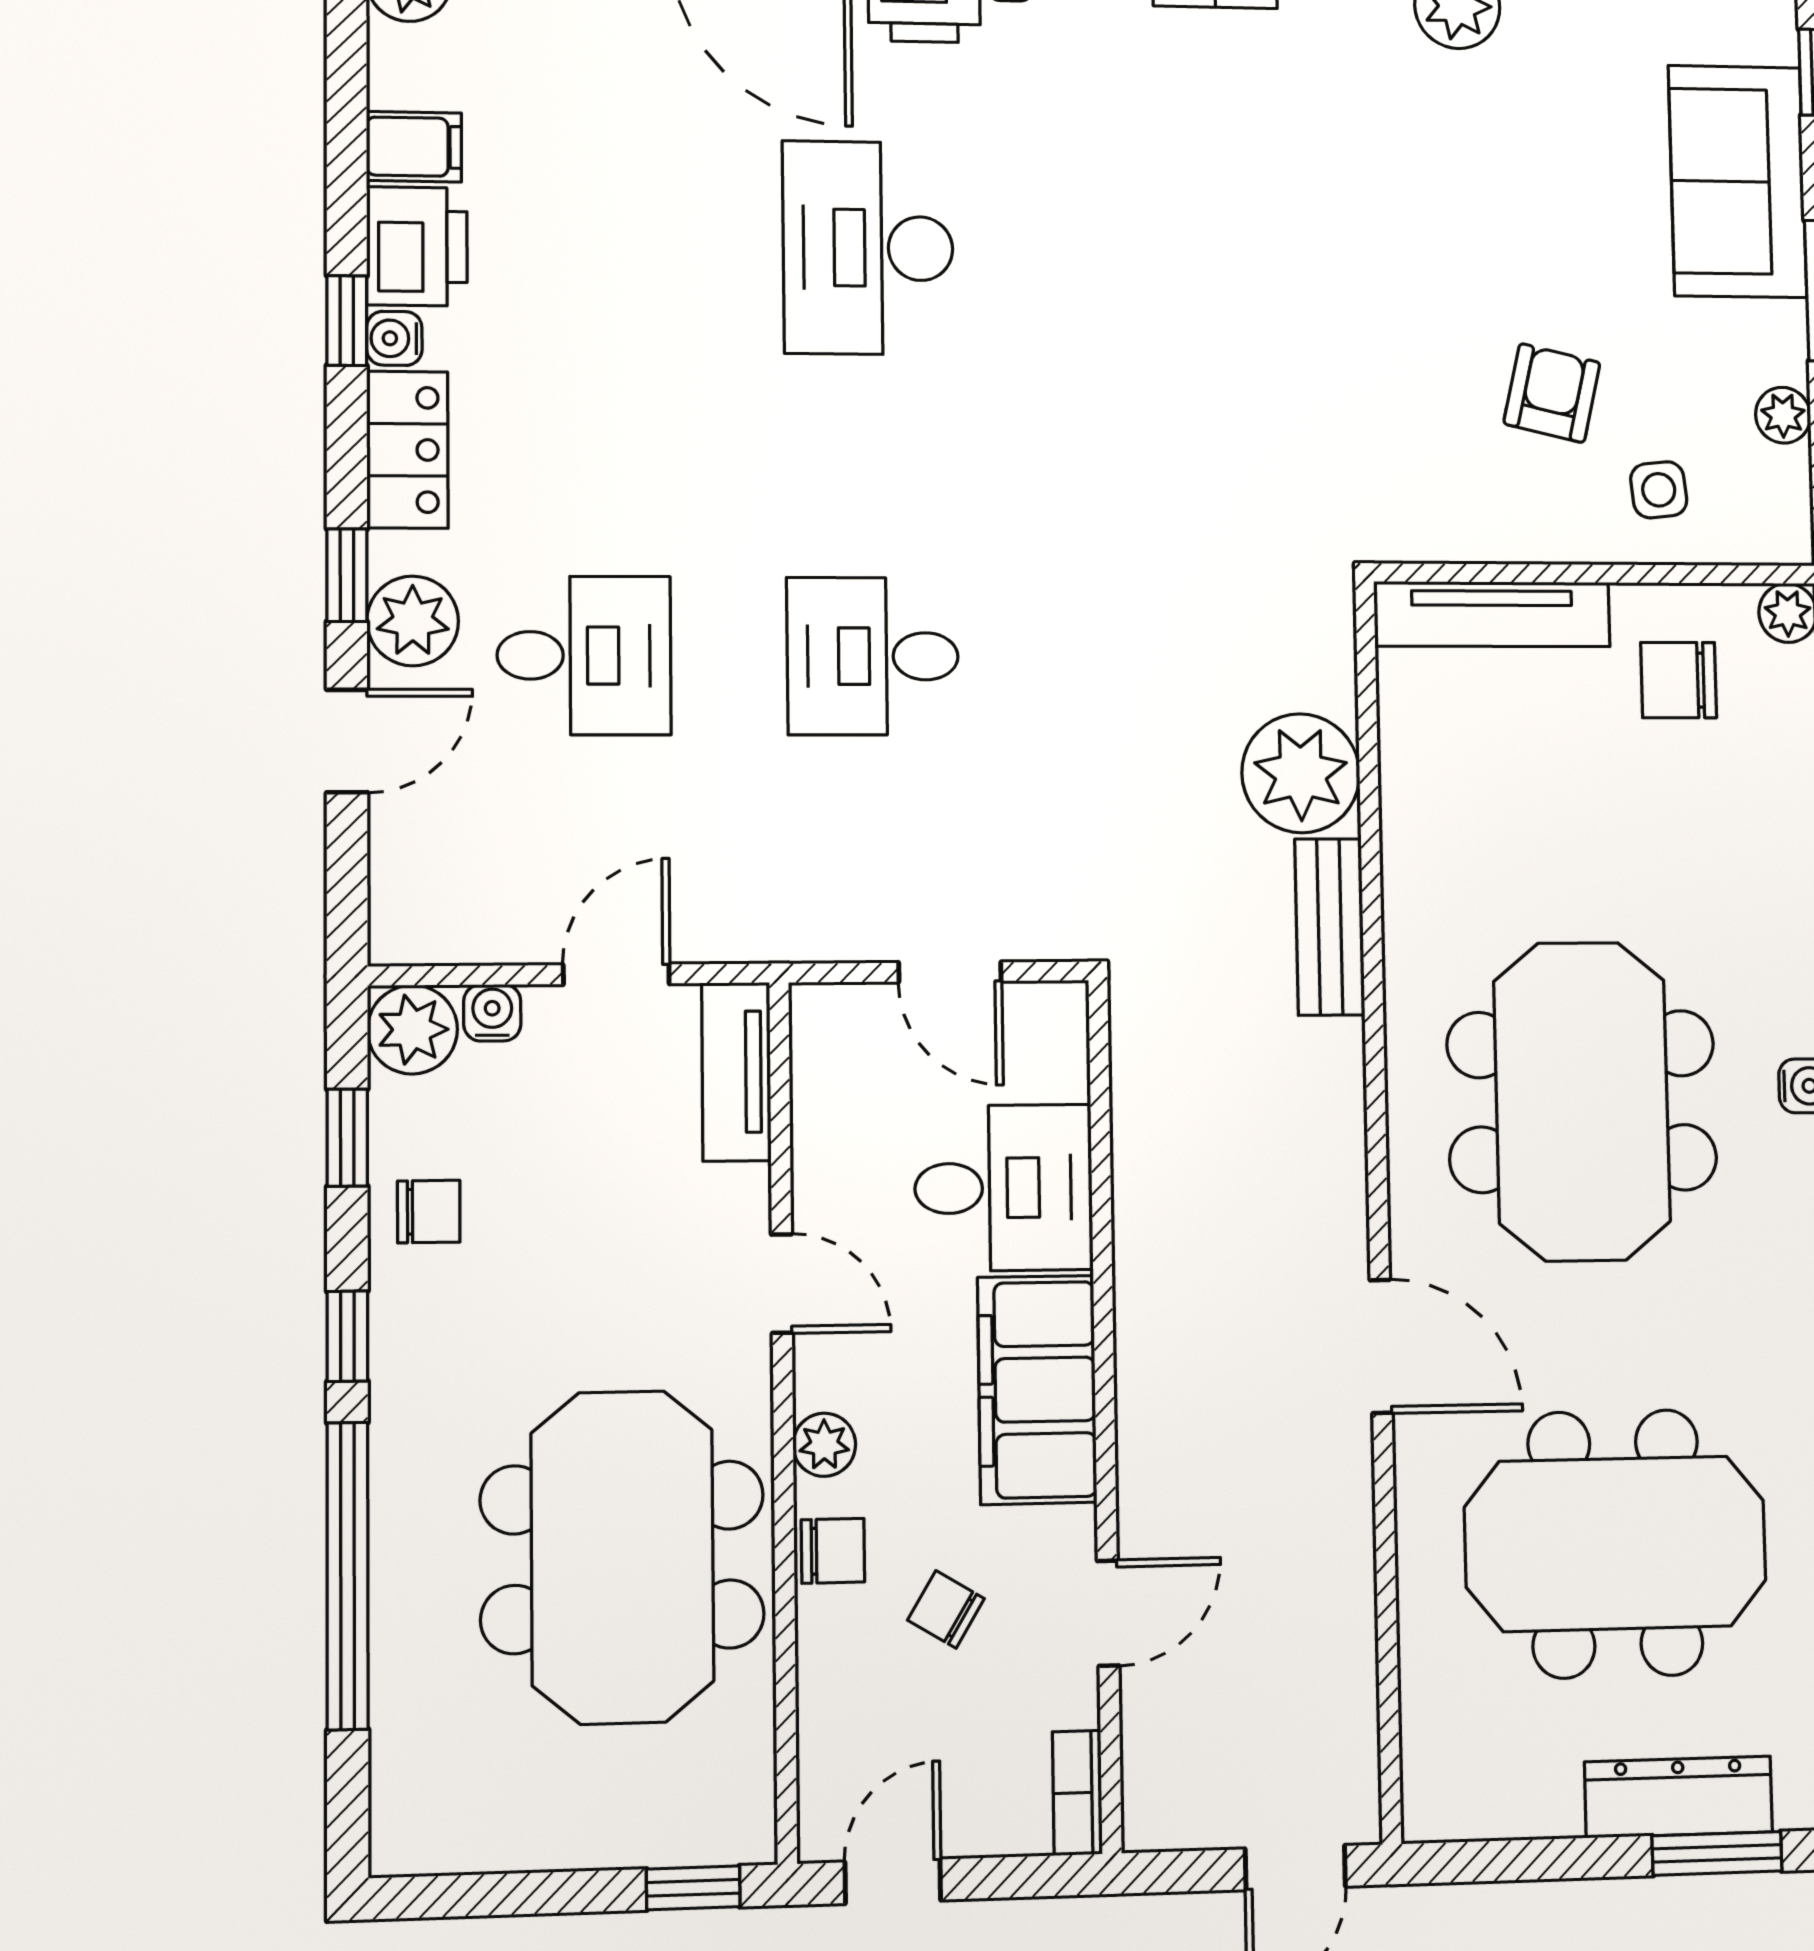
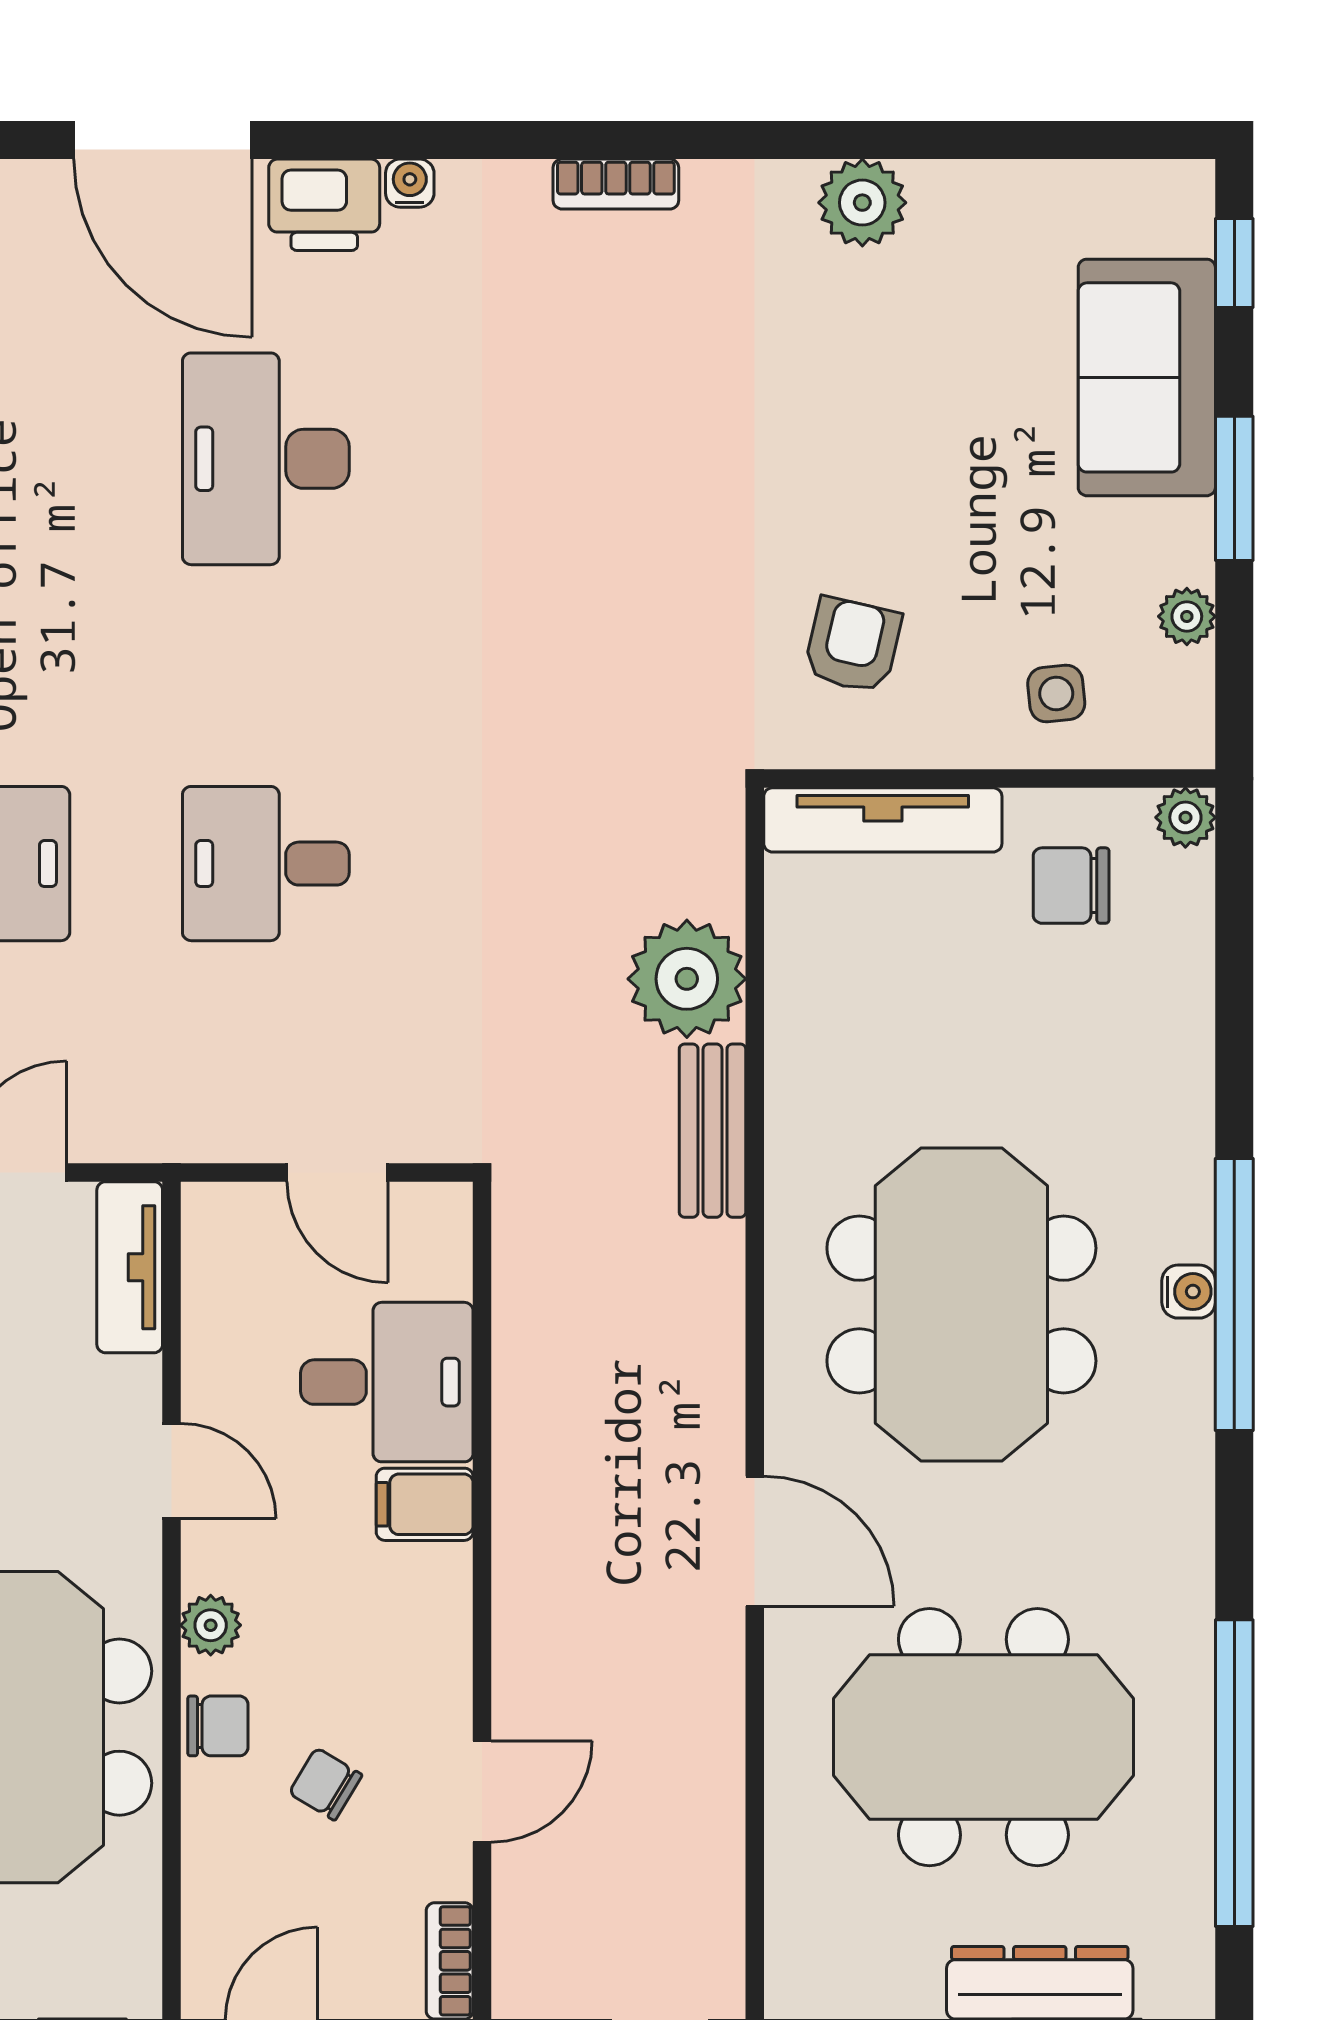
armchair: (1552, 393) -> (853, 645), moved
filing cabinet: (1037, 1390) -> (425, 1504), width x0.33, depth x0.86

